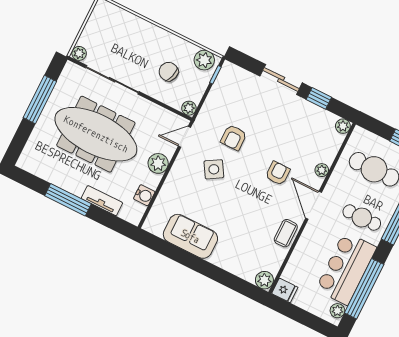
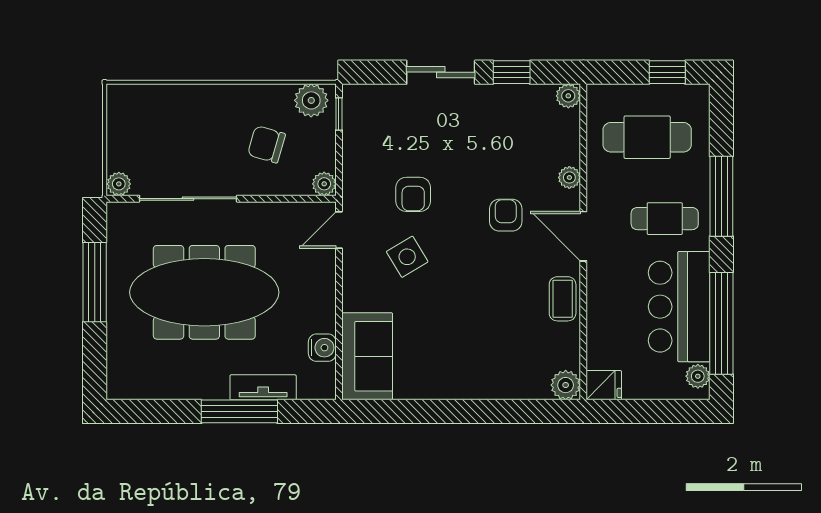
plant: (158, 163) -> (319, 290), removed
window: (68, 200) -> (239, 411), moved
sofa: (190, 236) -> (367, 356), moved, turned 90

